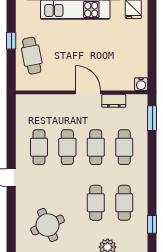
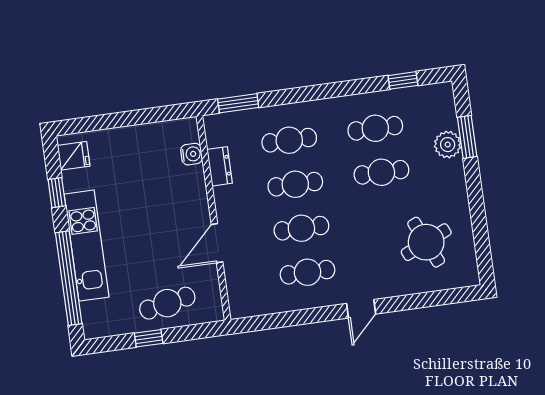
water cooler: (141, 84) -> (192, 154), moved
door: (88, 92) -> (217, 243), moved

